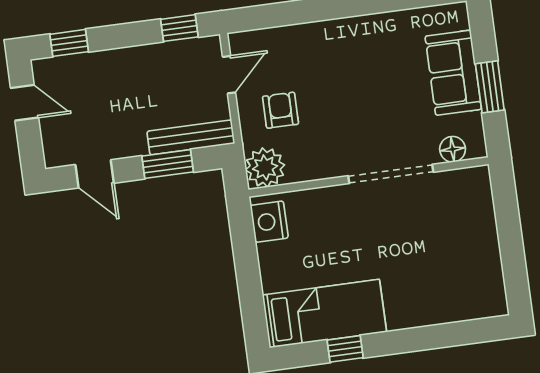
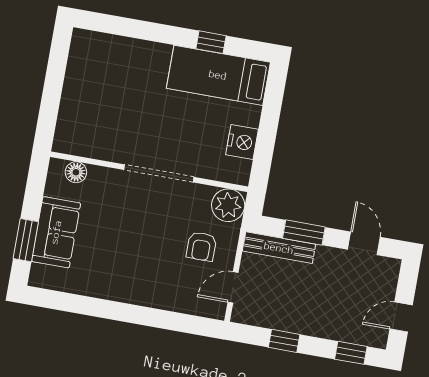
window: (179, 28) -> (284, 341), moved
window: (490, 87) -> (26, 240), moved
door: (25, 103) -> (401, 317), hinge flipped
doorway: (391, 174) -> (159, 173), moved
nightstand: (269, 222) -> (242, 142), moved

